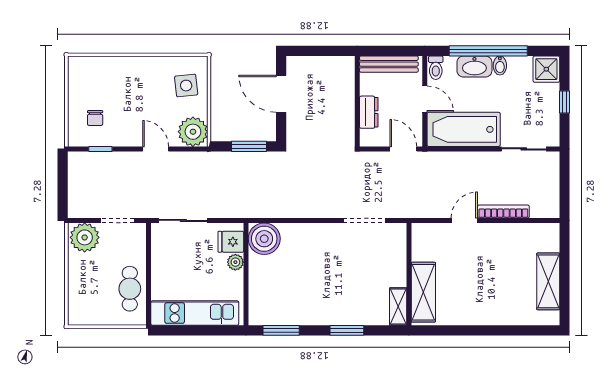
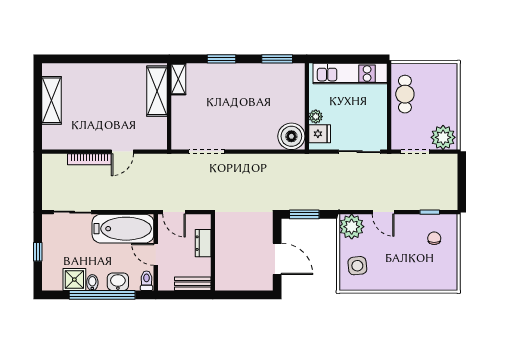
bench: (389, 64) -> (193, 284), width x0.73
washbasin: (474, 67) -> (118, 282), width x0.72
shower: (546, 69) -> (74, 280), moved

